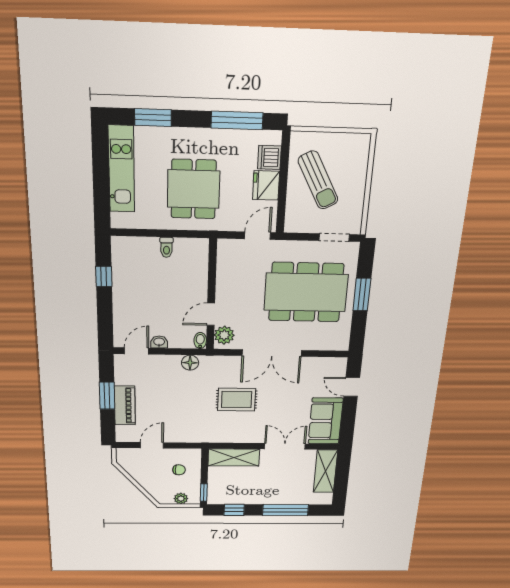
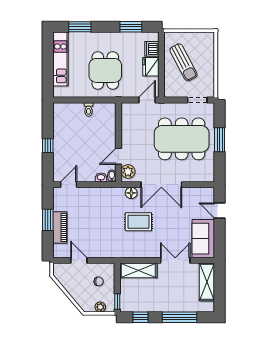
window: (237, 120) -> (131, 27), width x0.69
window: (104, 276) -> (48, 146), moved
washbasin: (159, 342) -> (101, 178), moved
floor lamp: (190, 363) -> (131, 193), moved
door: (152, 445) -> (79, 260), hinge flipped

